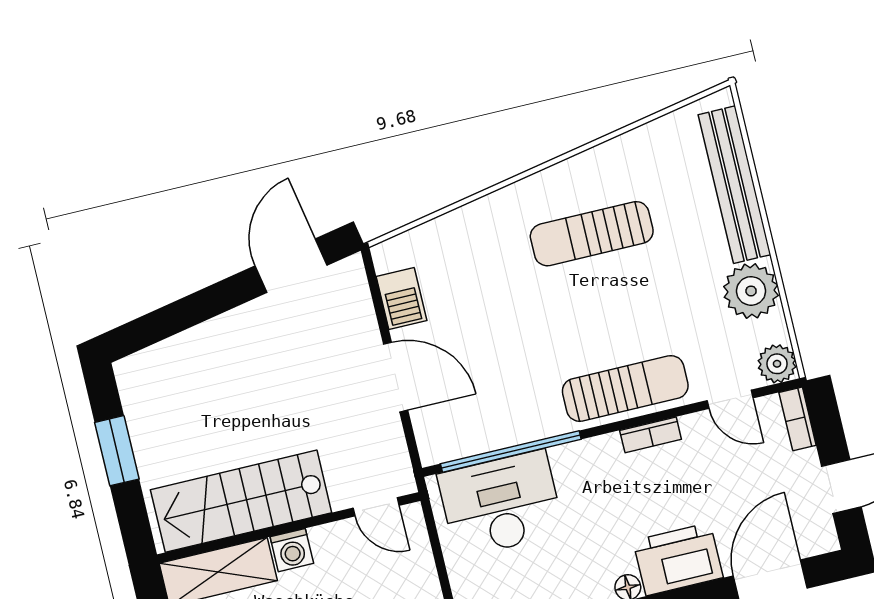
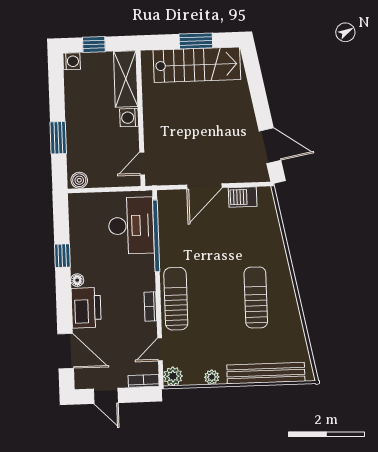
plant: (751, 291) -> (212, 377), width x0.53, depth x0.53
sun lounger: (625, 388) -> (176, 299), turned 180
stairs: (241, 501) -> (197, 65), moved, turned 90

